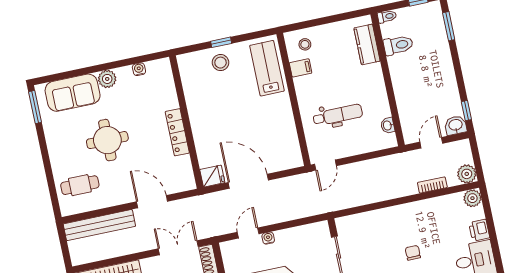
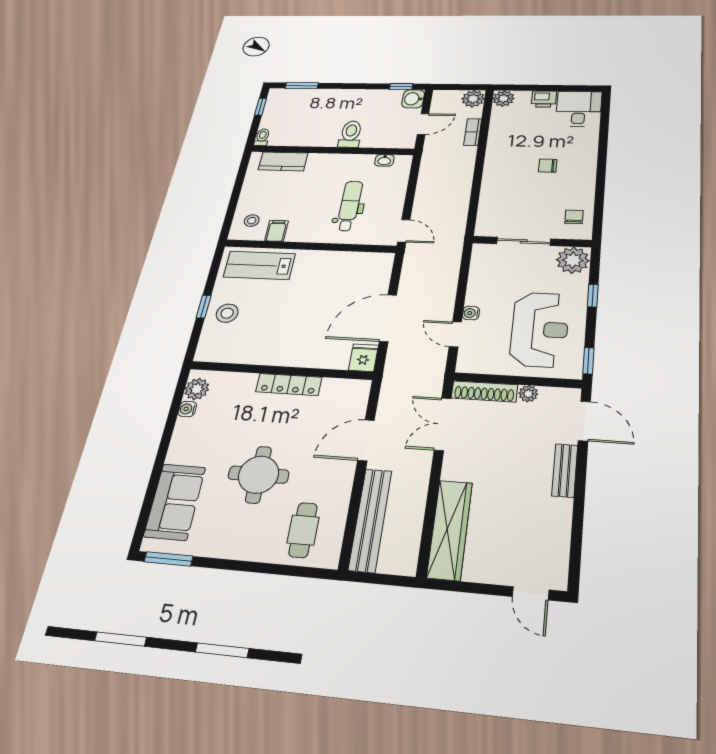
toilet: (398, 45) -> (351, 134), moved
plant: (107, 79) -> (197, 389), moved
door: (431, 143) -> (423, 124), swing flipped

